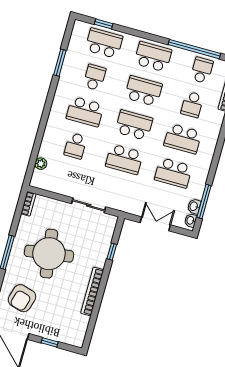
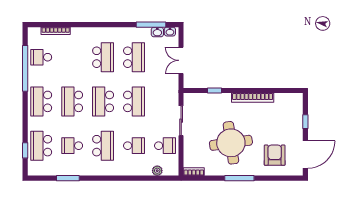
school desk: (192, 104) -> (165, 146), moved
armchair: (22, 298) -> (275, 155), turned -106

